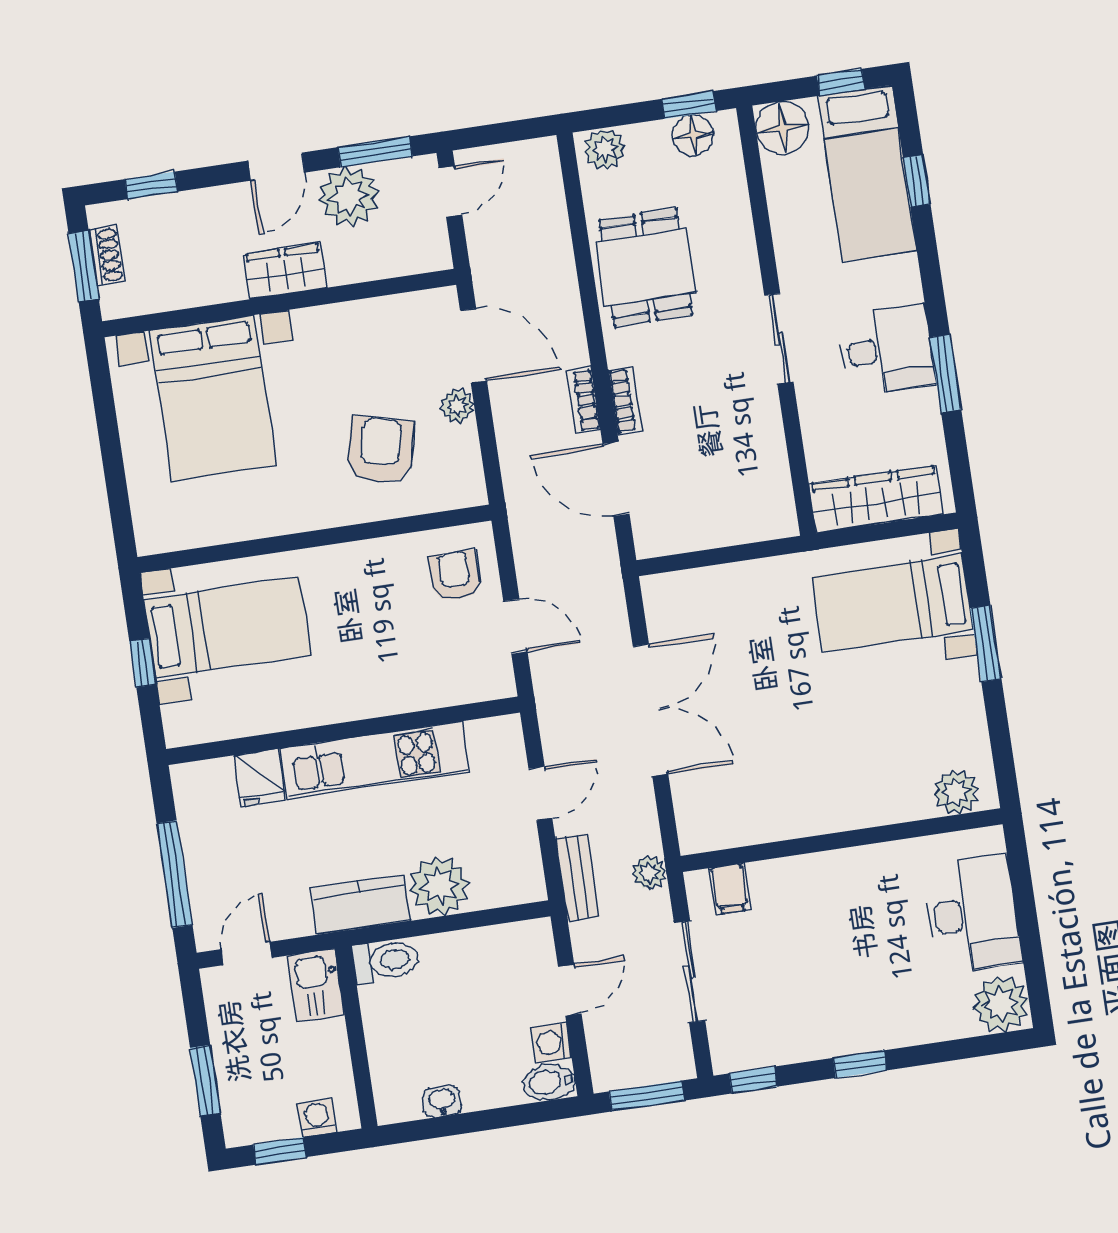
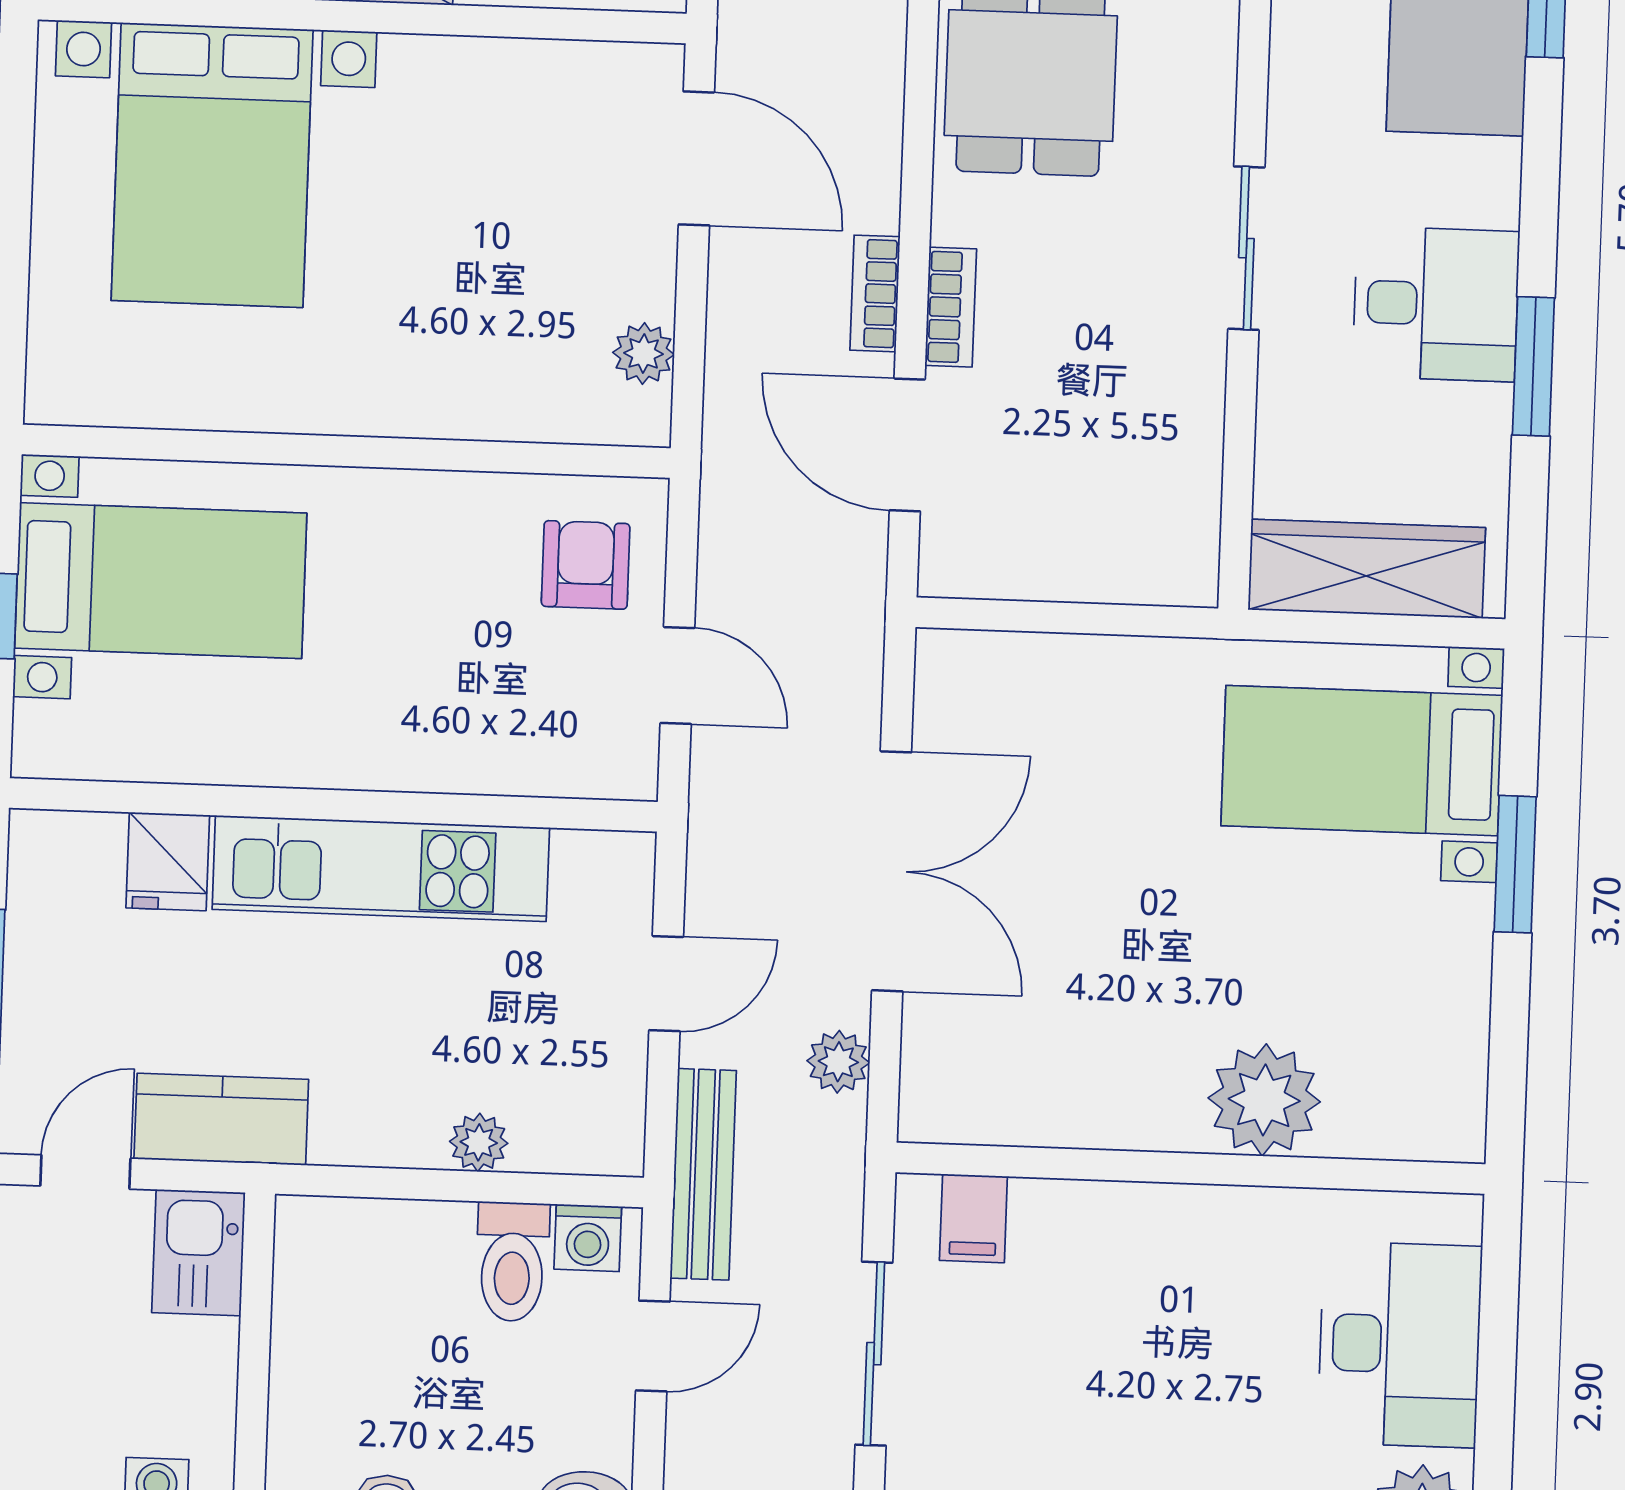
plant: (457, 406) -> (644, 353), moved
armchair: (380, 450) -> (494, 314), removed
plant: (956, 792) -> (1264, 1100), moved, width x1.36, depth x1.36
plant: (649, 873) -> (838, 1062), moved
bench: (577, 877) -> (703, 1174), width x1.36
plant: (439, 886) -> (479, 1142), width x0.53, depth x0.53
kitchen counter: (361, 904) -> (221, 1119), moved
toilet: (386, 961) -> (512, 1262), moved, turned 90
washing machine: (551, 1042) -> (588, 1238), moved, turned -90

